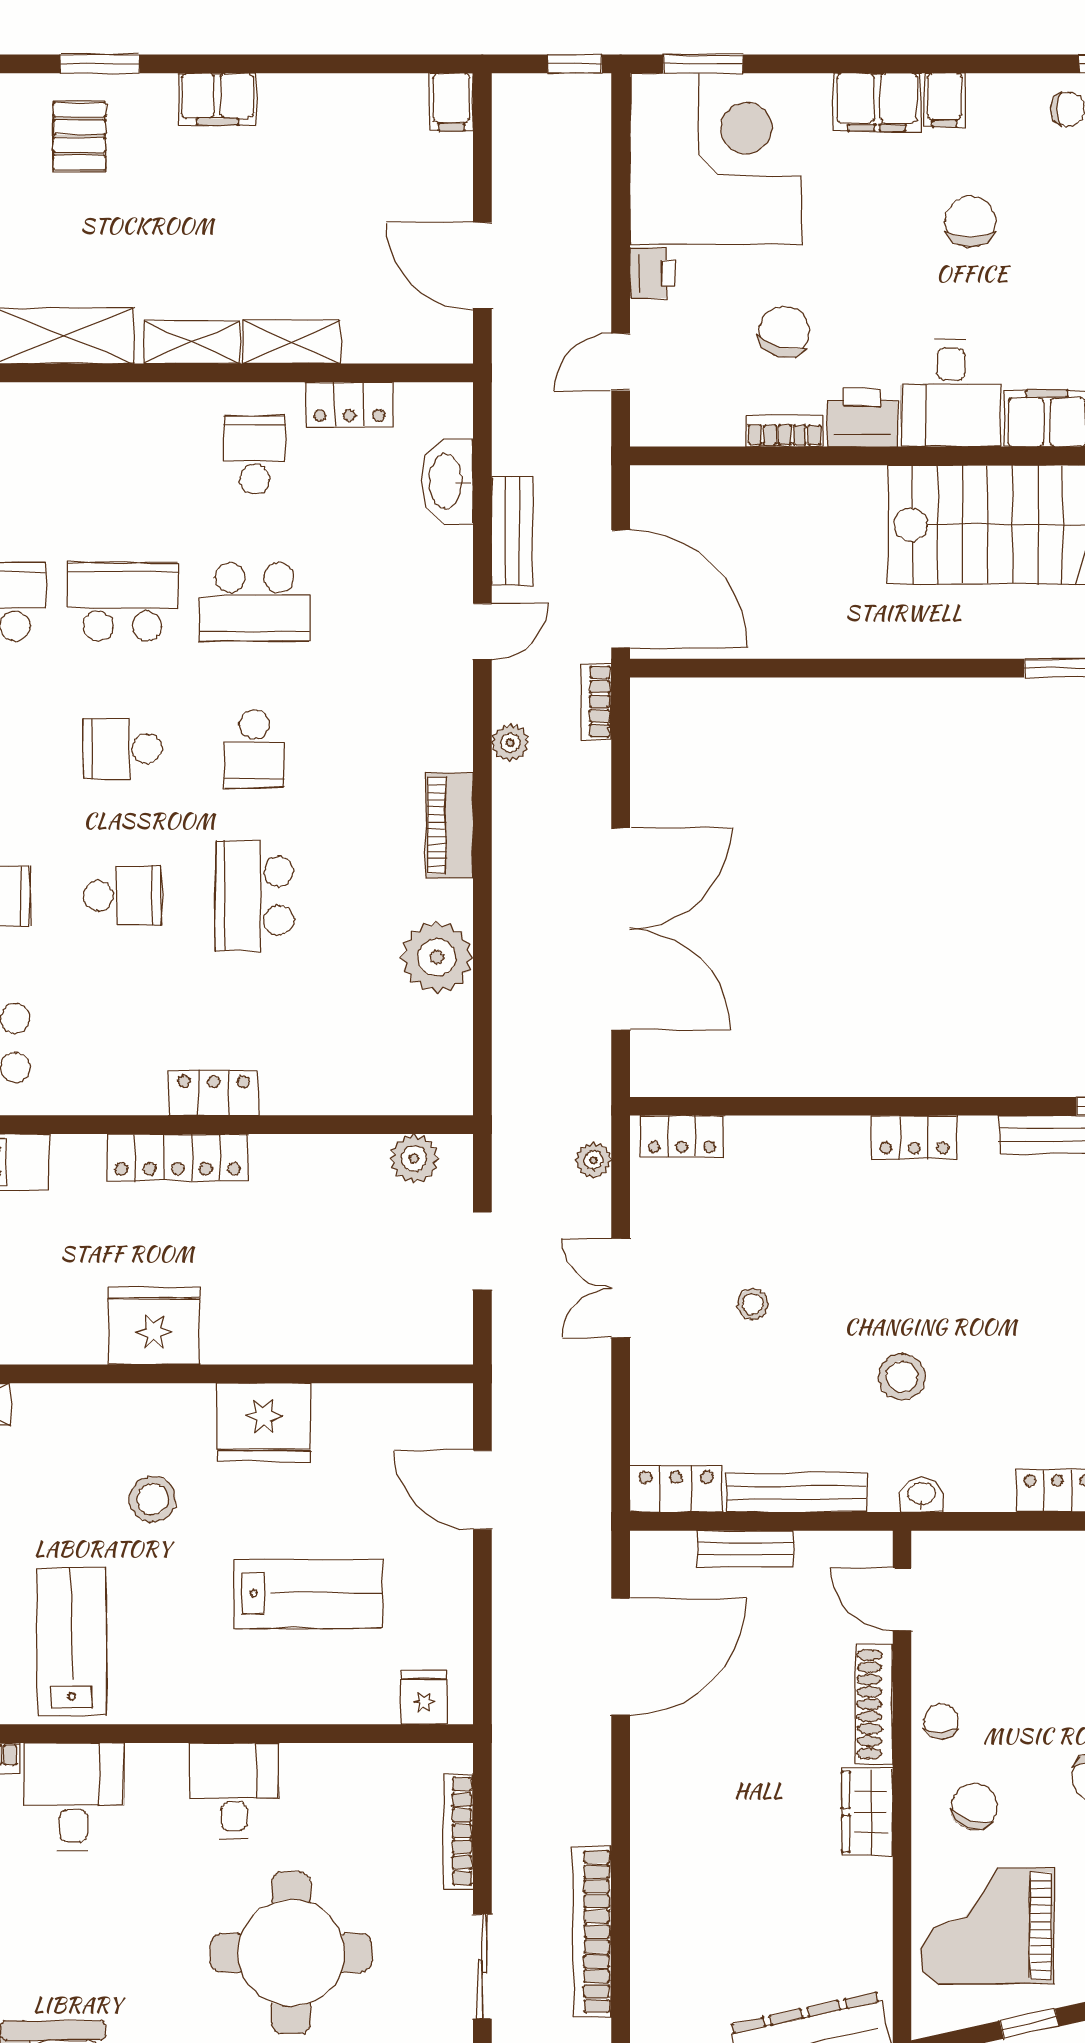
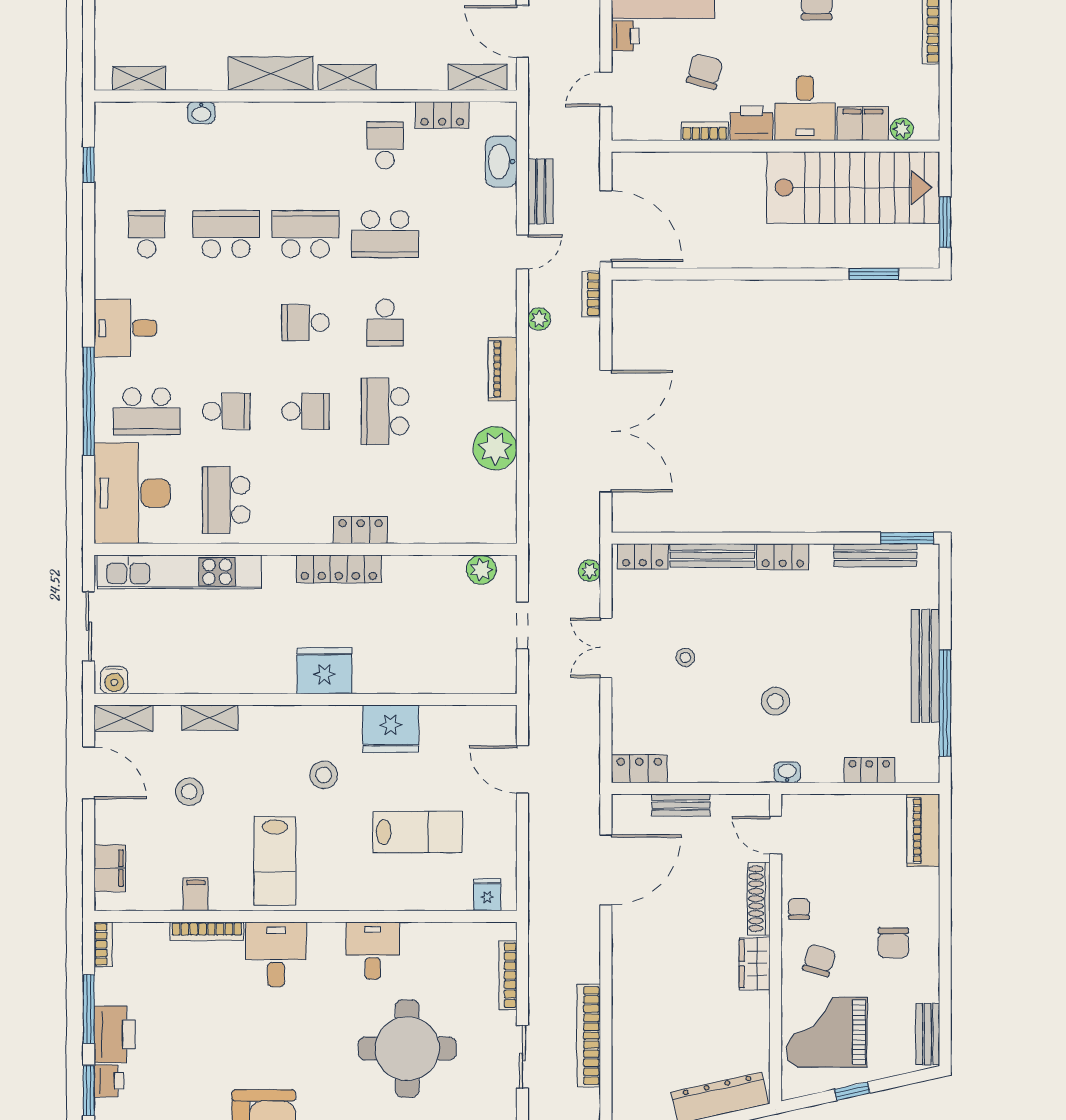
shelving: (292, 342) -> (478, 77), moved
bench: (796, 1492) -> (712, 556), moved
lab bench: (72, 1641) -> (275, 861), turned 180

